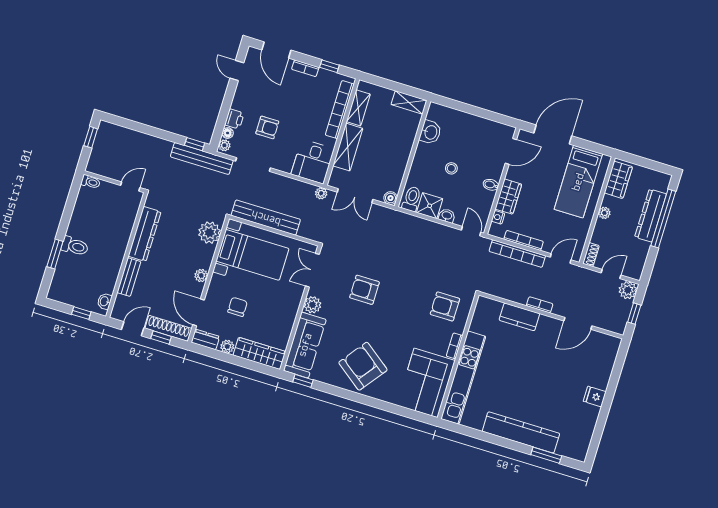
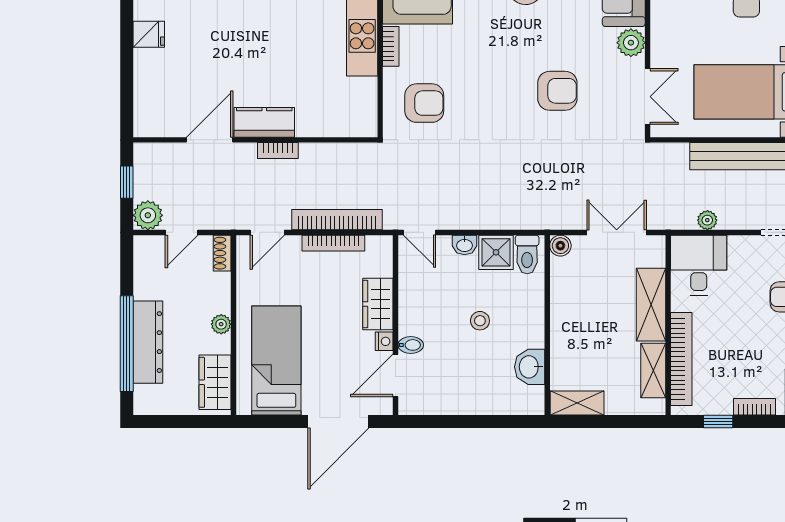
bidet: (491, 185) -> (411, 345), moved
plant: (321, 193) -> (707, 220), moved
nightstand: (498, 217) -> (384, 341), moved
kitchen counter: (519, 317) -> (264, 122), moved

